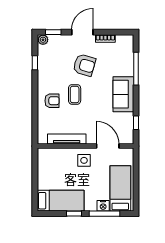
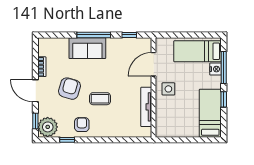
plant: (43, 40) -> (48, 127), width x1.87, depth x1.87
window: (136, 69) -> (94, 35), moved
sofa: (123, 94) -> (87, 48), moved
armchair: (52, 101) -> (82, 125), moved

